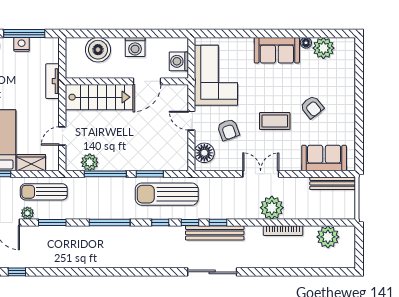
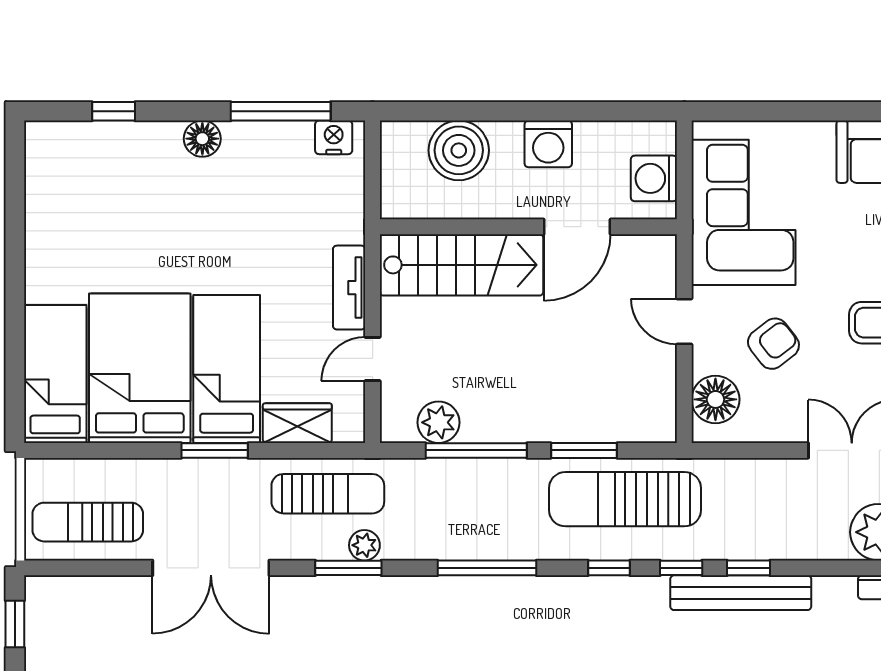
nightstand: (22, 44) -> (334, 137), moved
tv unit: (53, 81) -> (349, 288), moved
armchair: (228, 130) -> (773, 344), turned -108
sun lounger: (44, 192) -> (328, 494), turned 180
plant: (27, 213) -> (364, 545), moved

